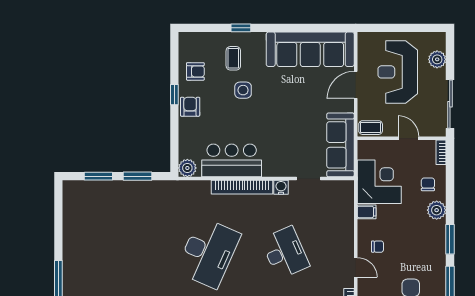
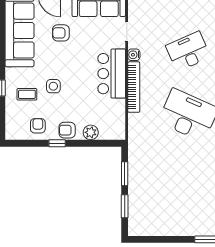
armchair: (307, 99) -> (61, 33), added
bar counter: (232, 160) -> (112, 74), moved
plant: (187, 168) -> (91, 132), moved

